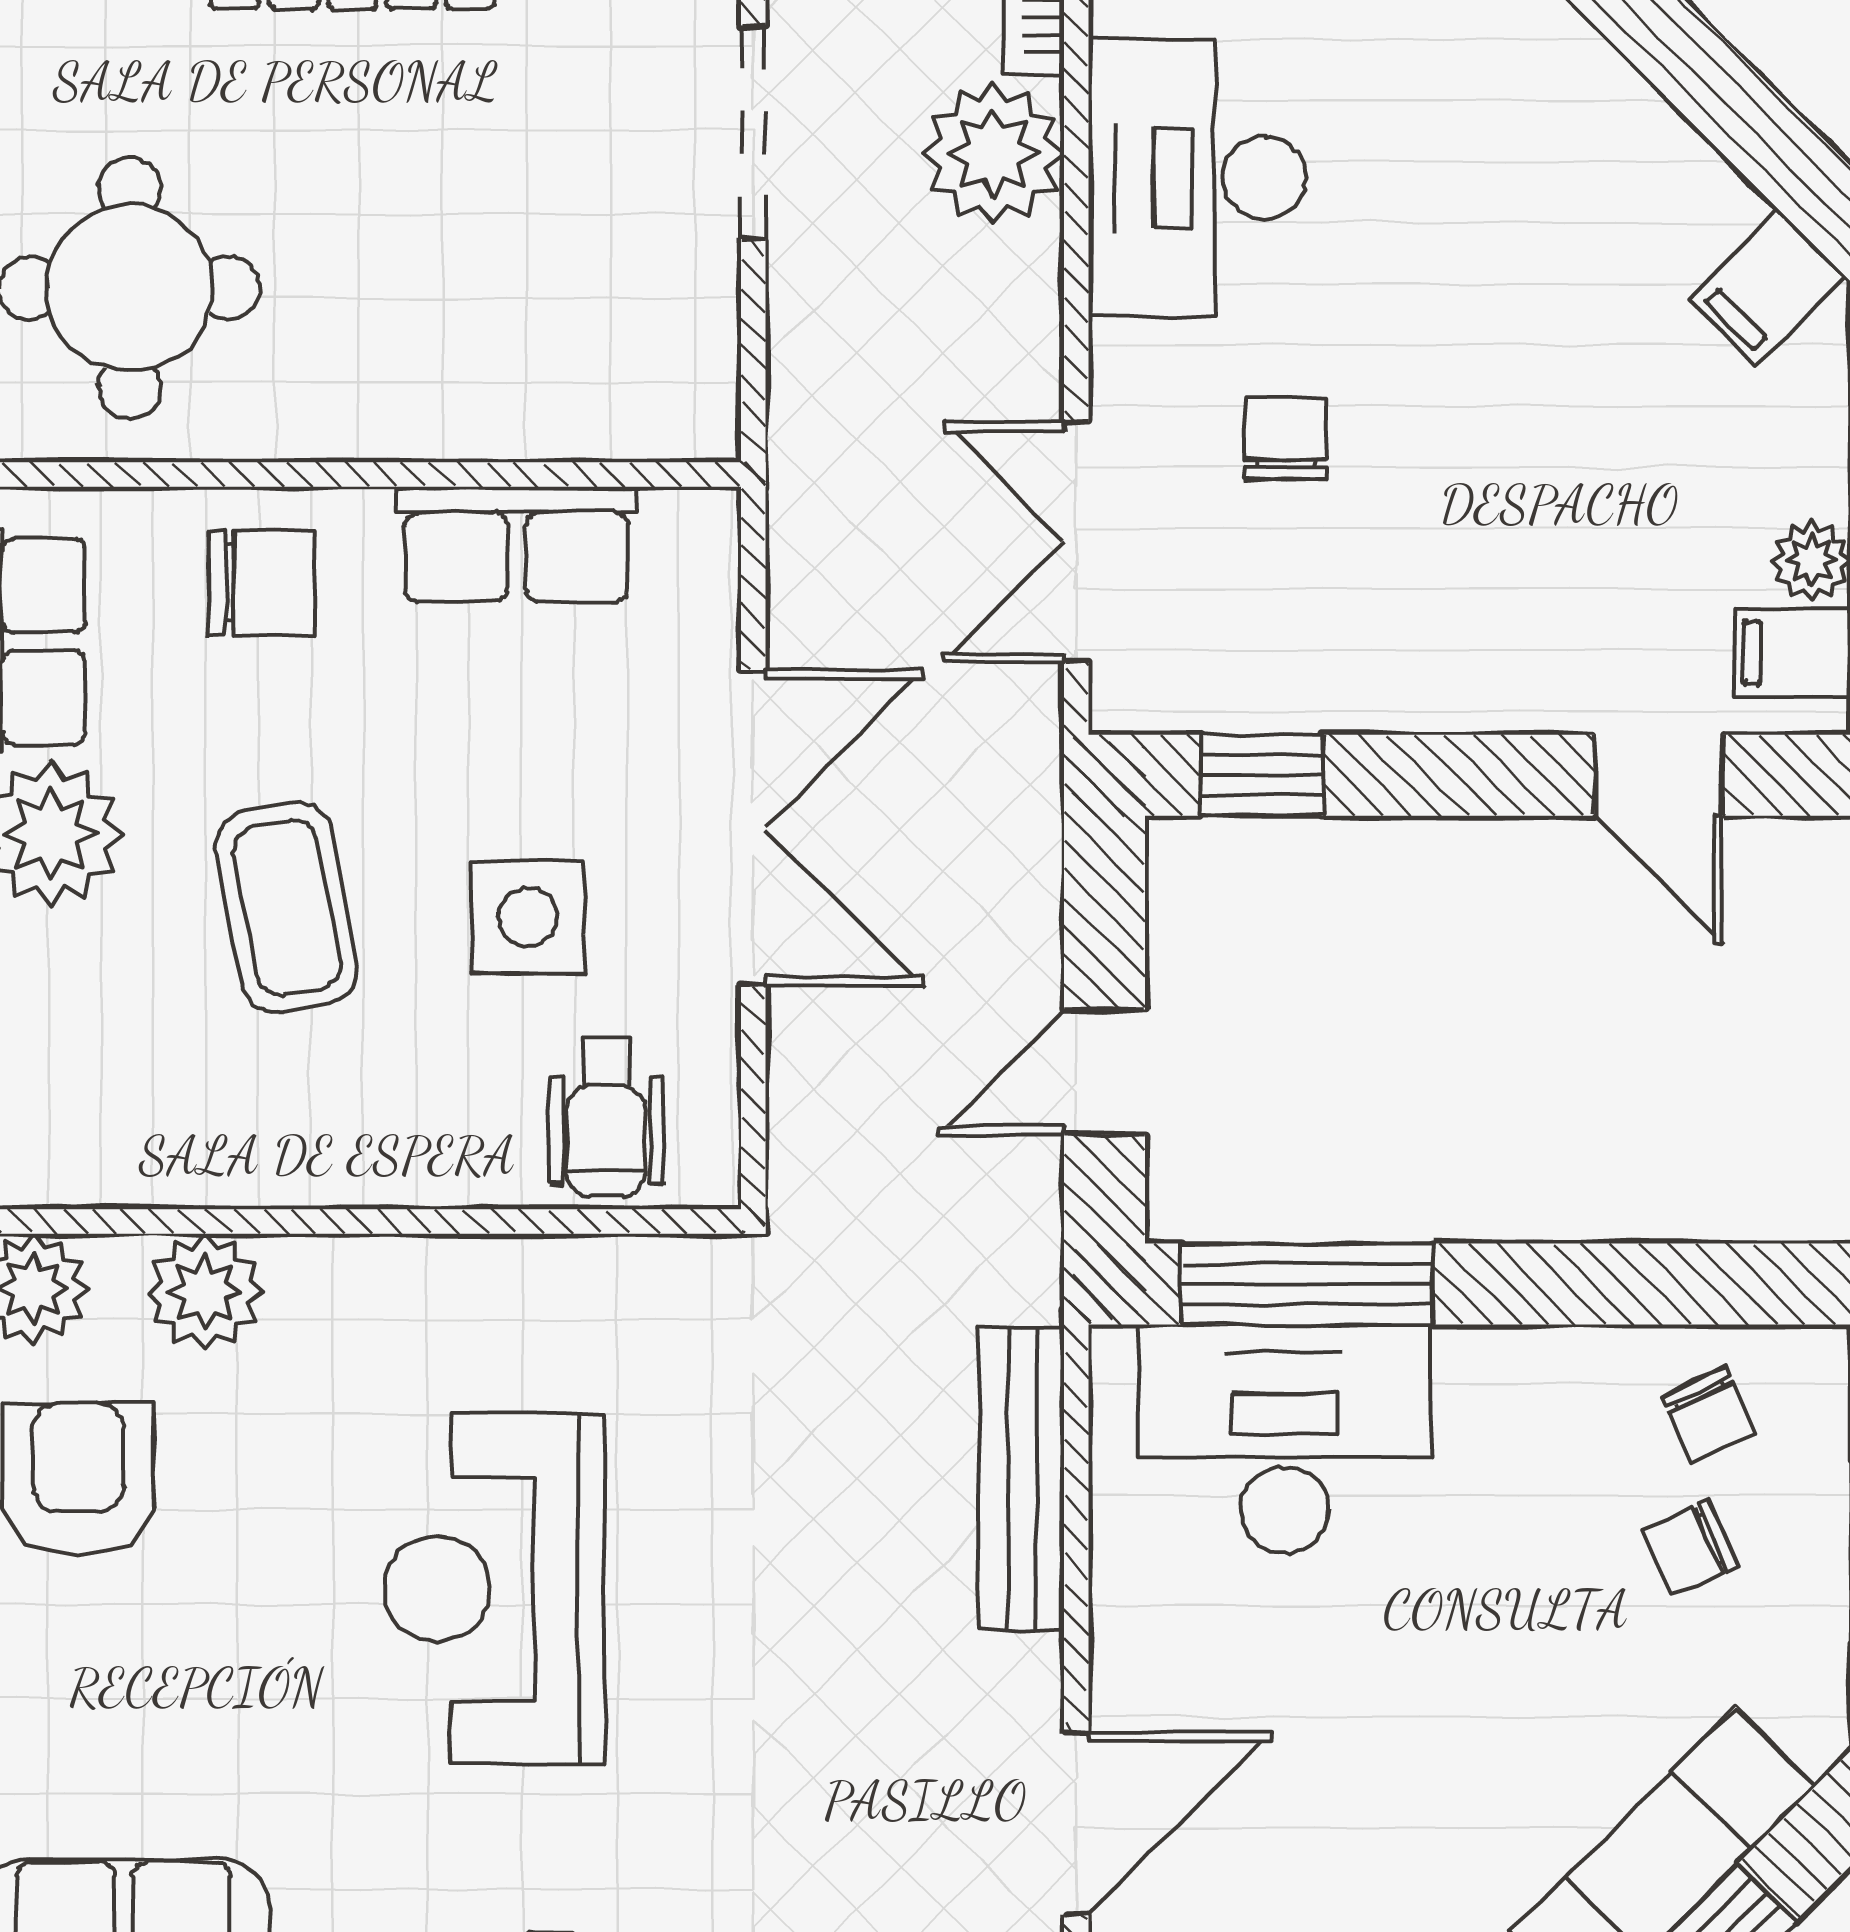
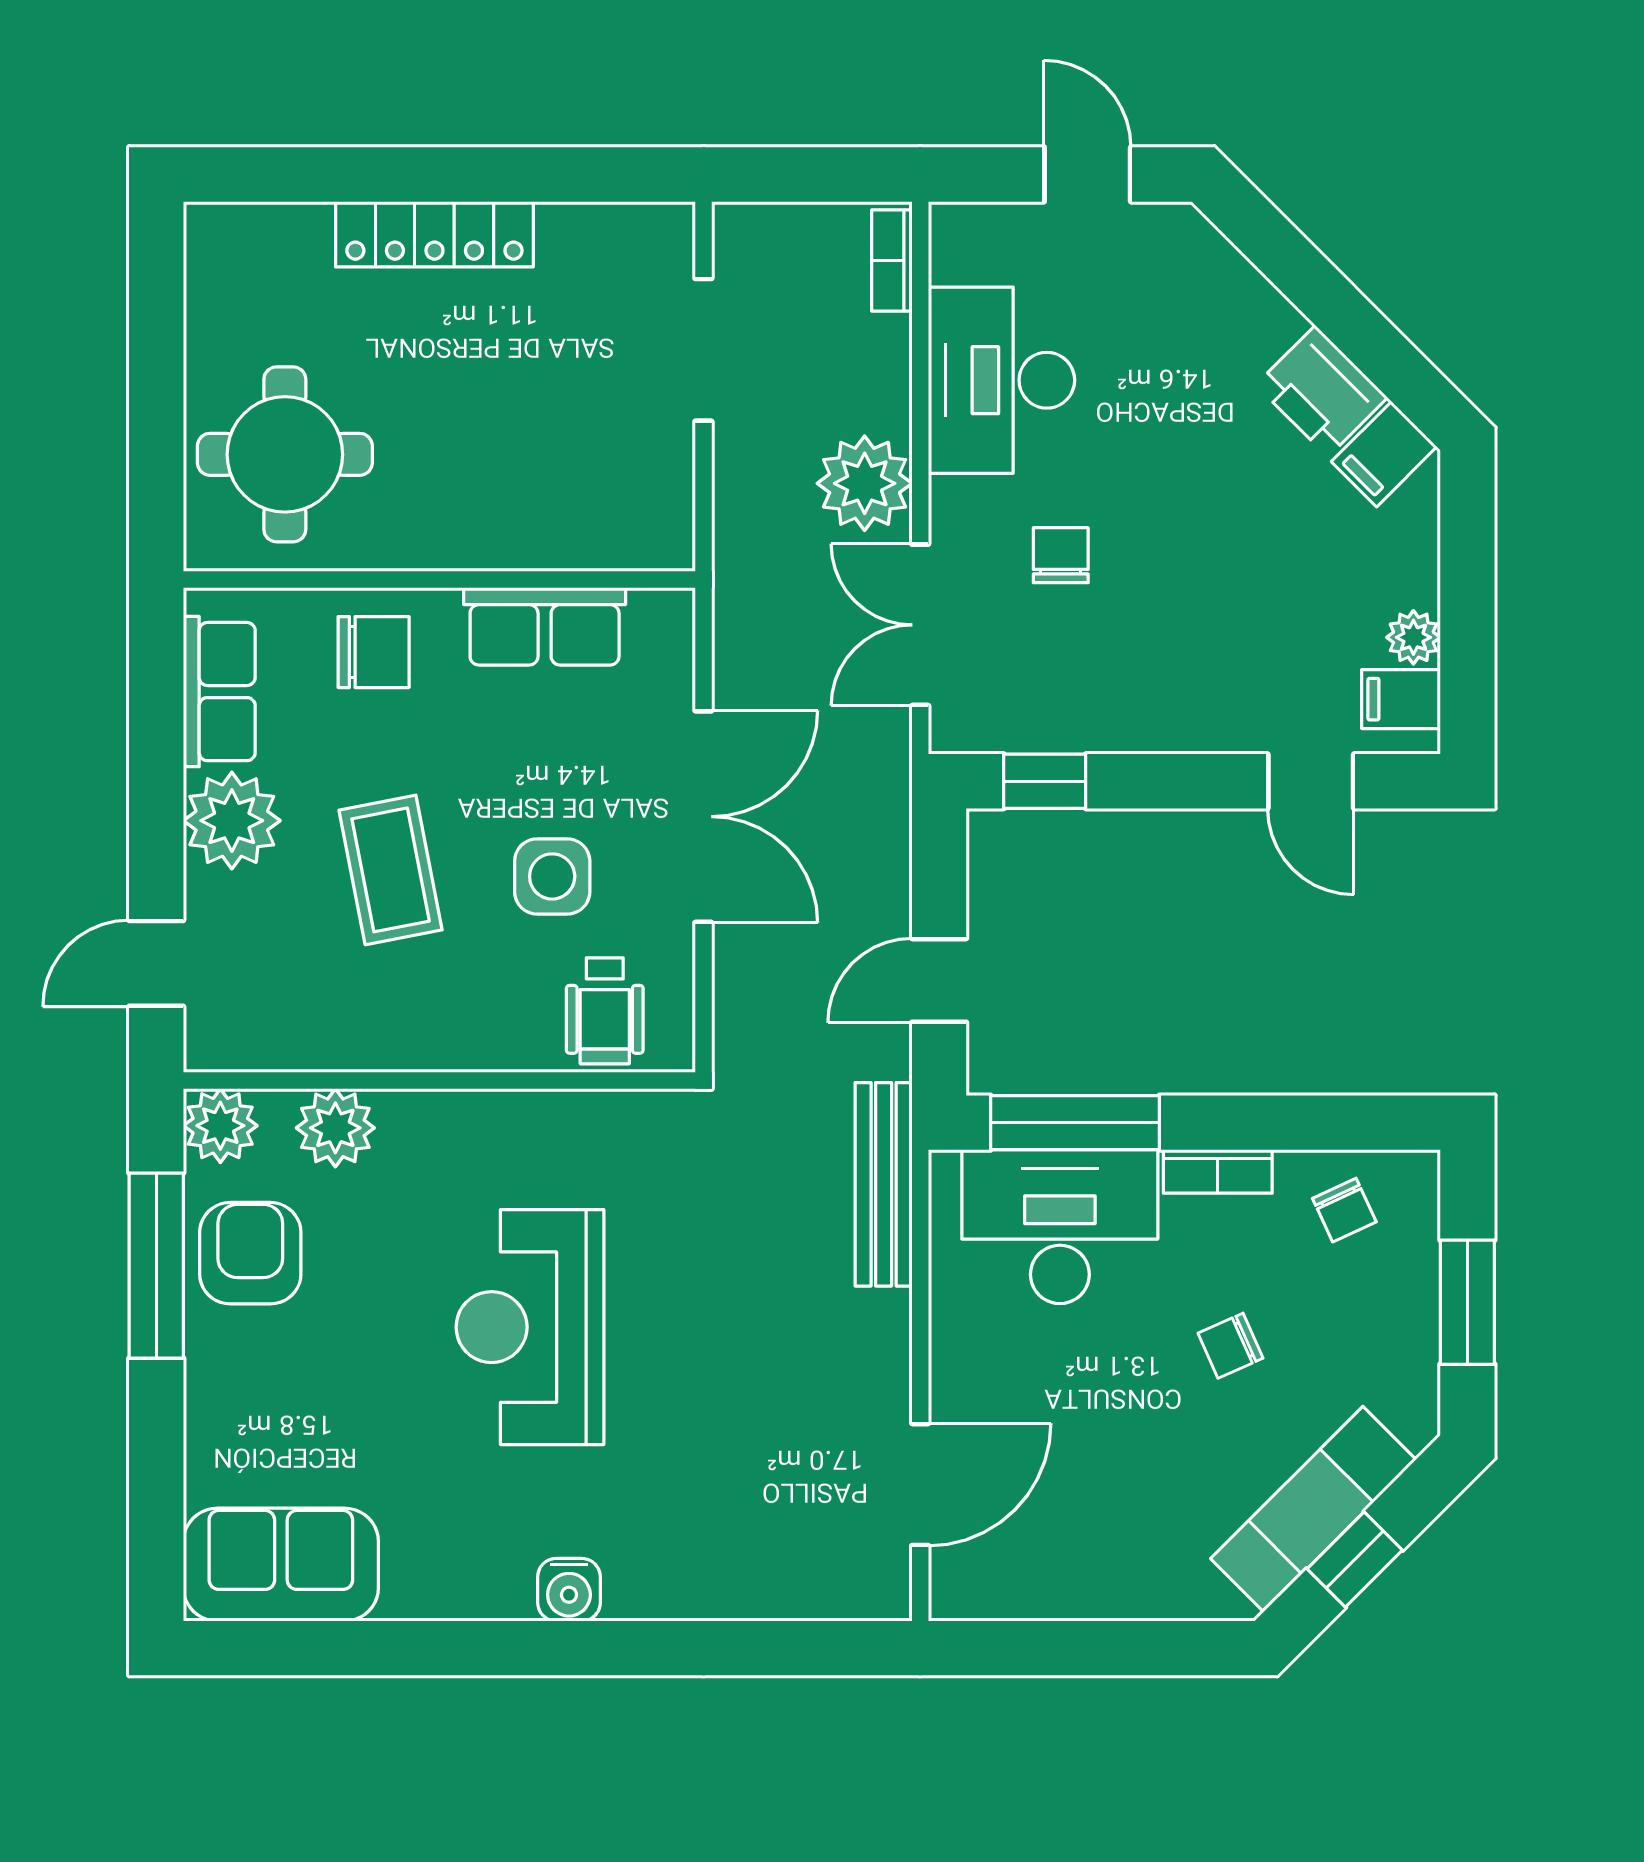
plant: (993, 153) -> (865, 483), moved
printer: (1675, 194) -> (1322, 391), added
bookcase: (1520, 1357) -> (1218, 1171), added
bench: (1022, 1479) -> (884, 1184), moved
chair: (1690, 1548) -> (1231, 1346), moved

